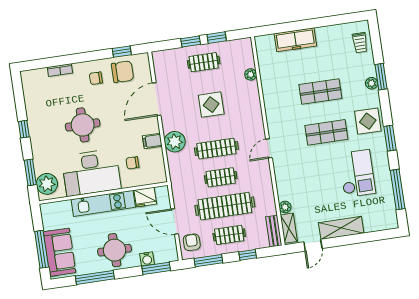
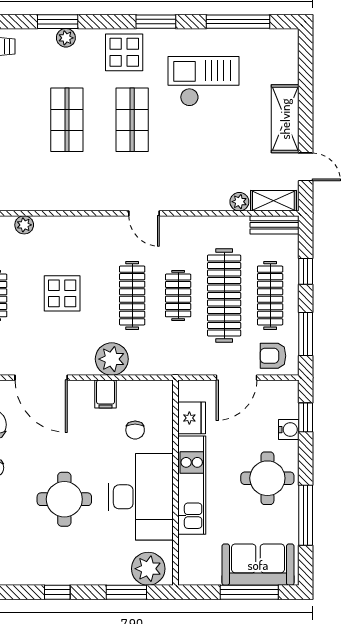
clothes rail: (229, 235) -> (270, 295), width x1.36
window: (156, 268) -> (306, 417), width x0.67

